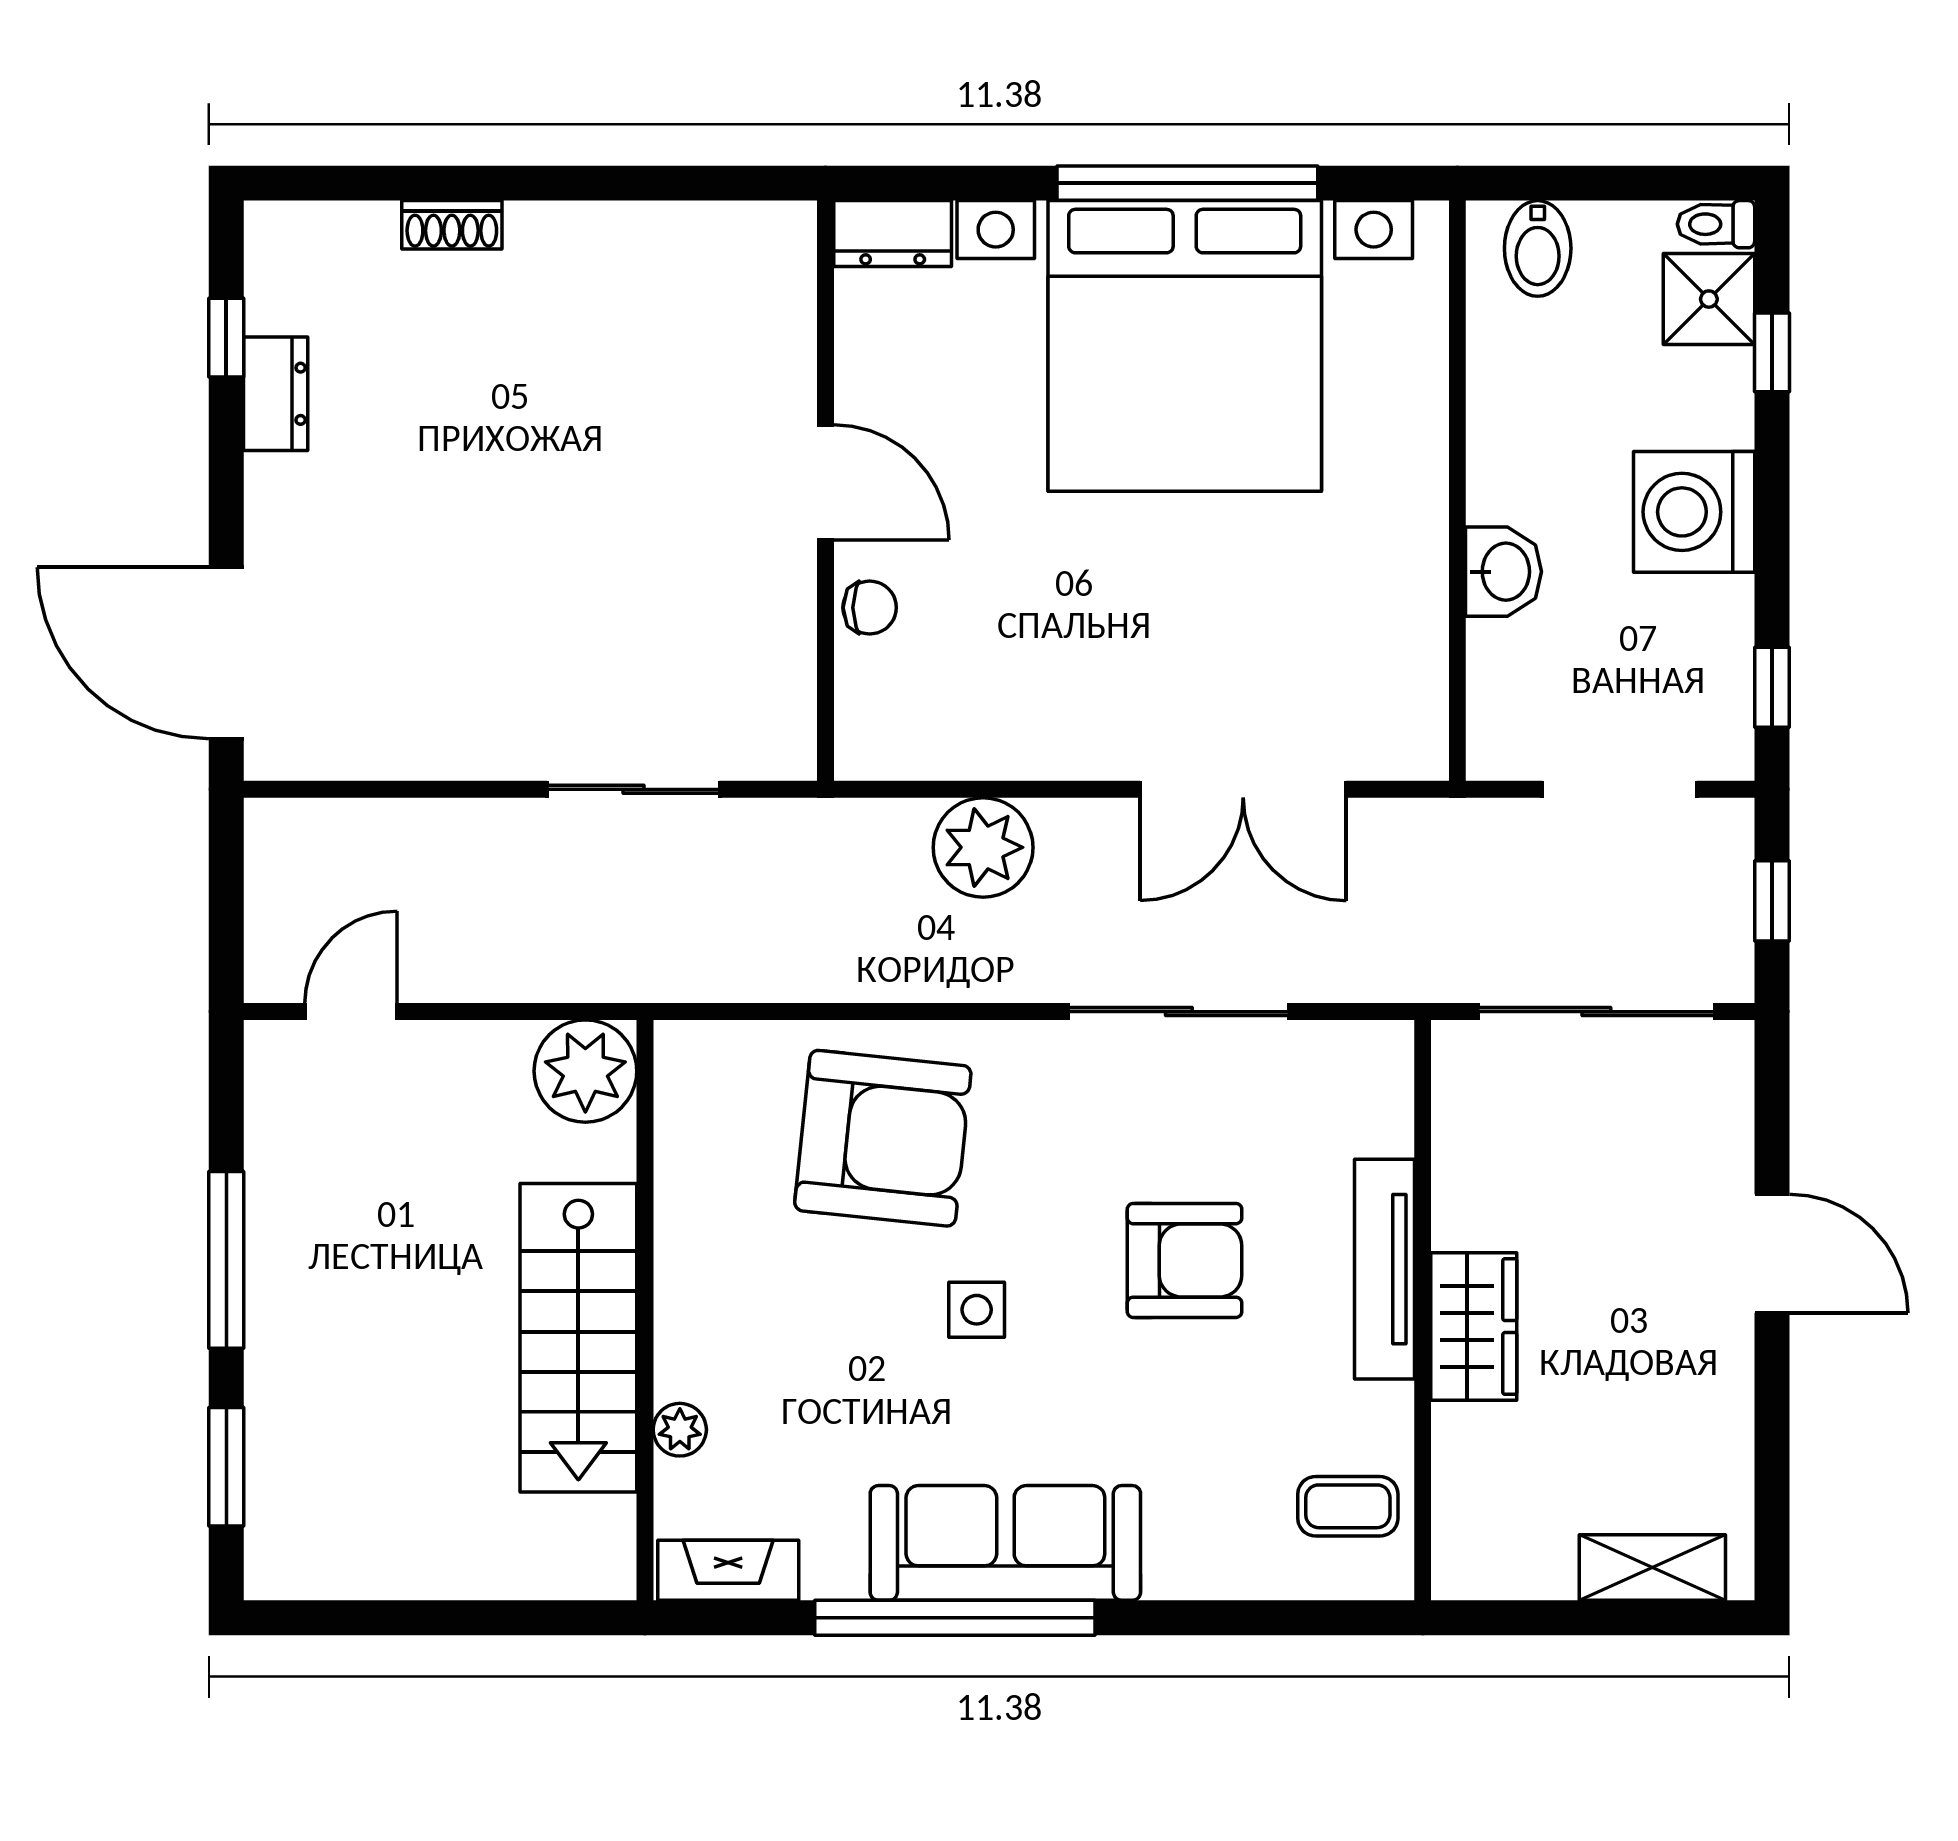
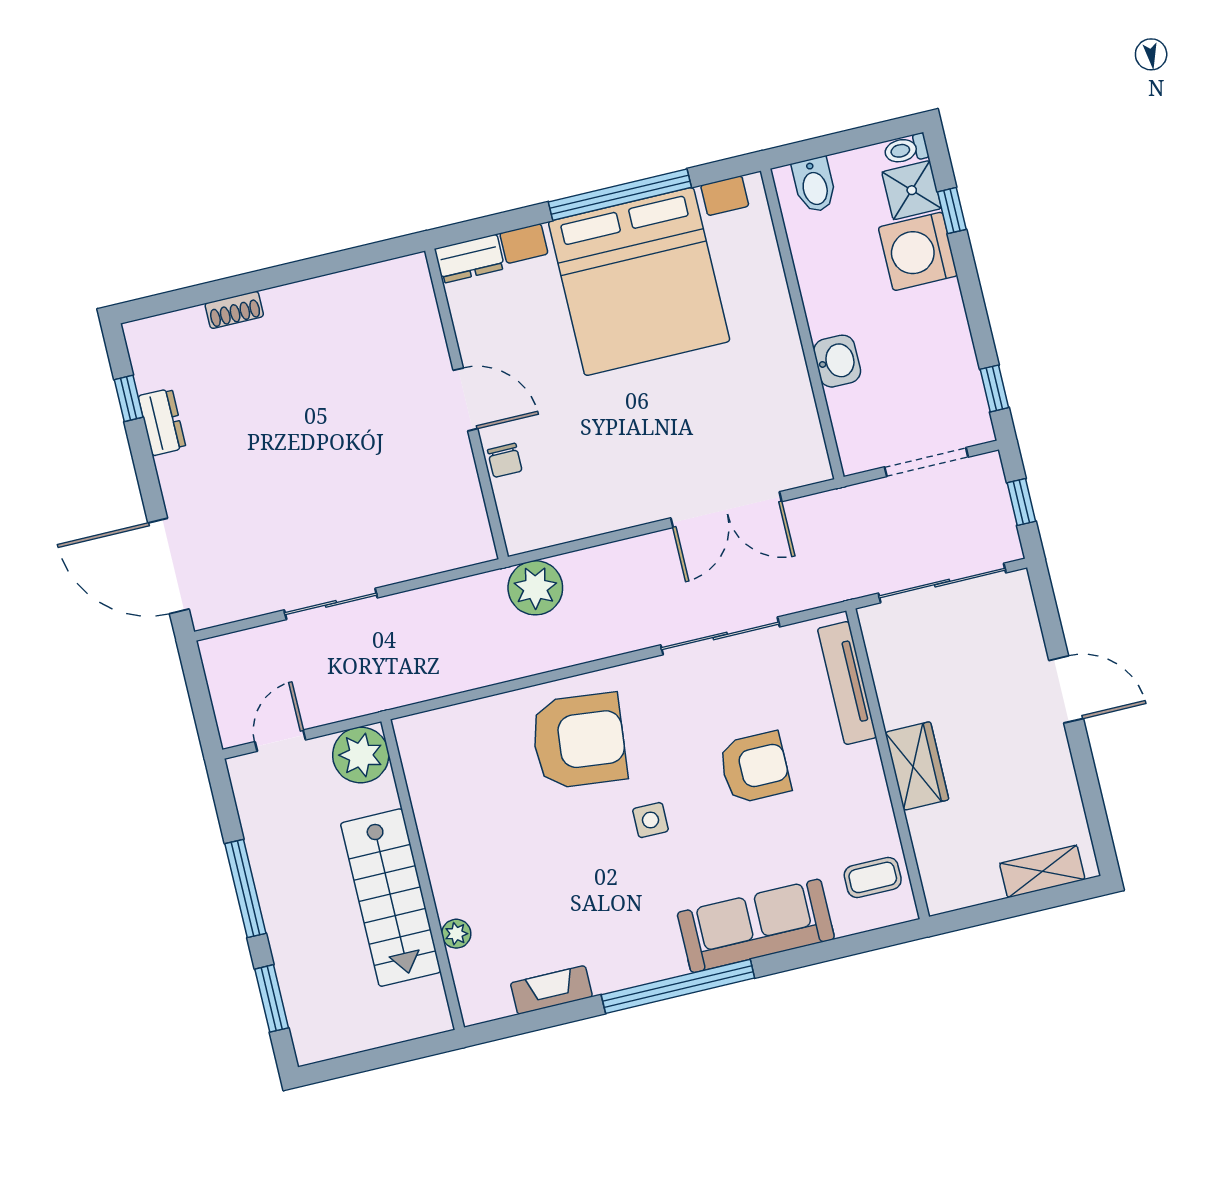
washing machine: (1694, 512) -> (918, 251), moved
chair: (870, 608) -> (505, 460), turned 90
sliding door: (633, 789) -> (331, 604), moved
plant: (983, 847) -> (535, 588), moved
plant: (585, 1071) -> (361, 755), moved
tv unit: (1385, 1269) -> (847, 683), moved
wall: (645, 1310) -> (423, 874), moved
stairs: (578, 1338) -> (391, 898), moved
plant: (680, 1430) -> (456, 934), moved
sofa: (1005, 1543) -> (756, 926), moved

